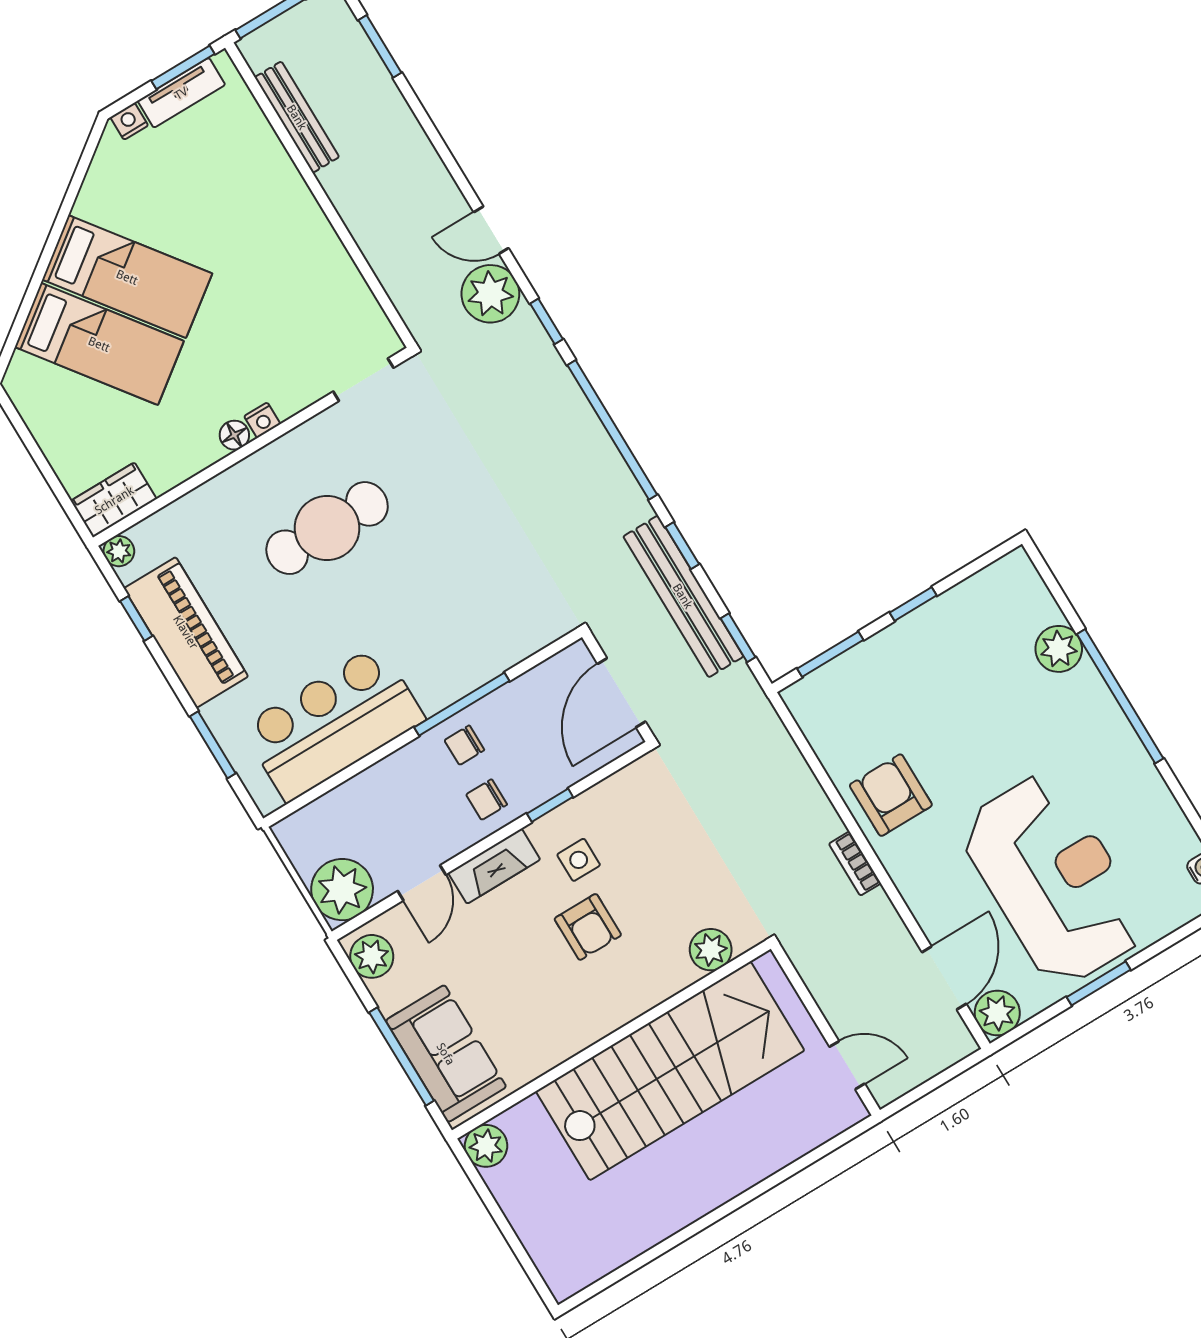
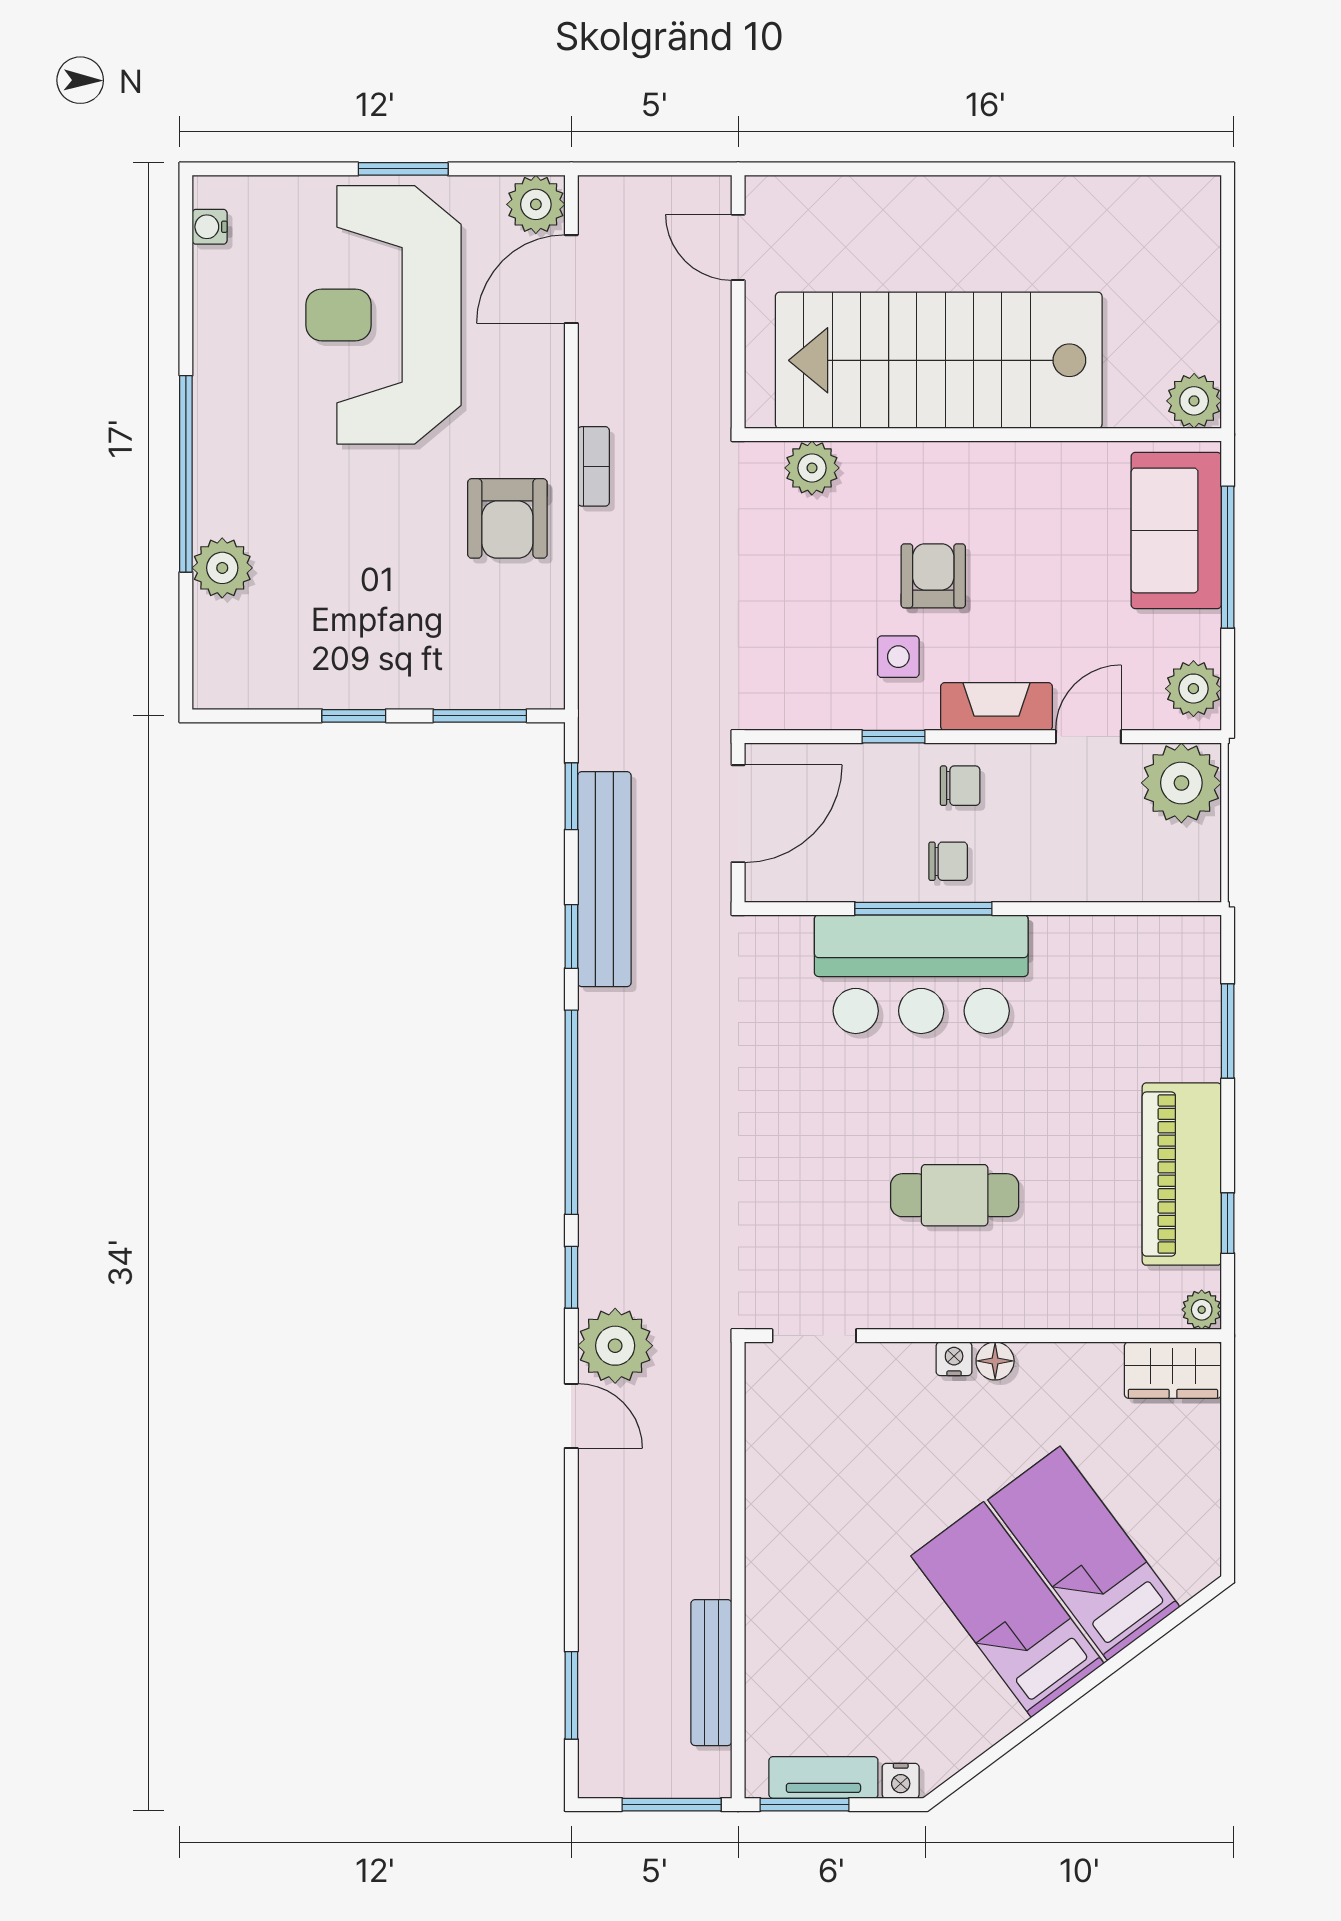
cafe table: (327, 528) -> (955, 1195), width x0.73, depth x0.74
bar counter: (333, 723) -> (921, 974), moved

